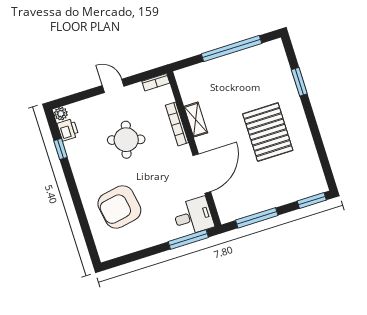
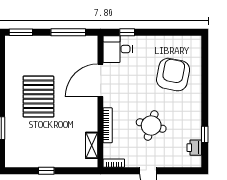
window: (231, 49) -> (46, 171), width x0.32
plant: (61, 114) -> (196, 162), removed
shelving: (196, 120) -> (92, 145), moved
armchair: (119, 207) -> (173, 75), turned -69
window: (188, 239) -> (127, 32), width x0.46

